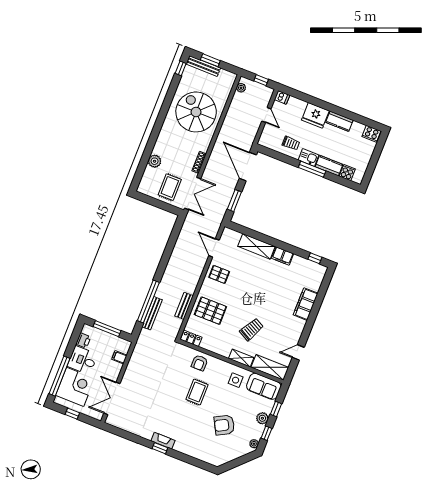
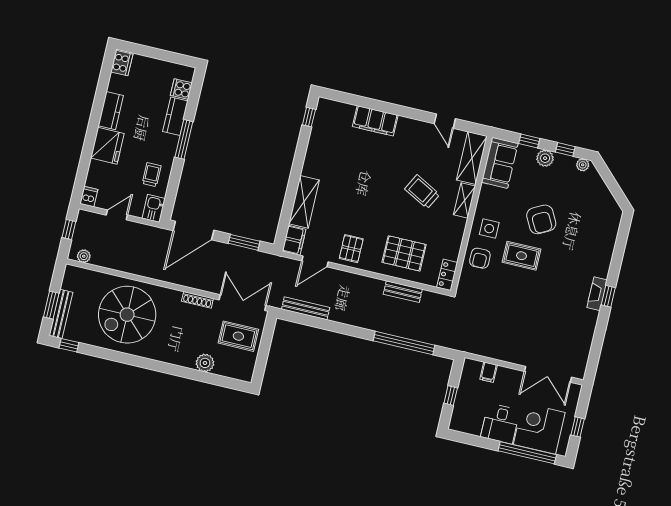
kitchen sink: (308, 157) -> (154, 208), moved
filing cabinet: (283, 256) -> (294, 240), moved
pallet: (210, 311) -> (404, 253), turned 90
bench: (152, 313) -> (306, 308), moved
window: (107, 329) -> (451, 396), width x0.46
printer: (83, 340) -> (472, 427), removed
armchair: (199, 363) -> (480, 258), turned 90
side table: (236, 380) -> (489, 229), moved
armchair: (224, 425) -> (541, 219), moved

